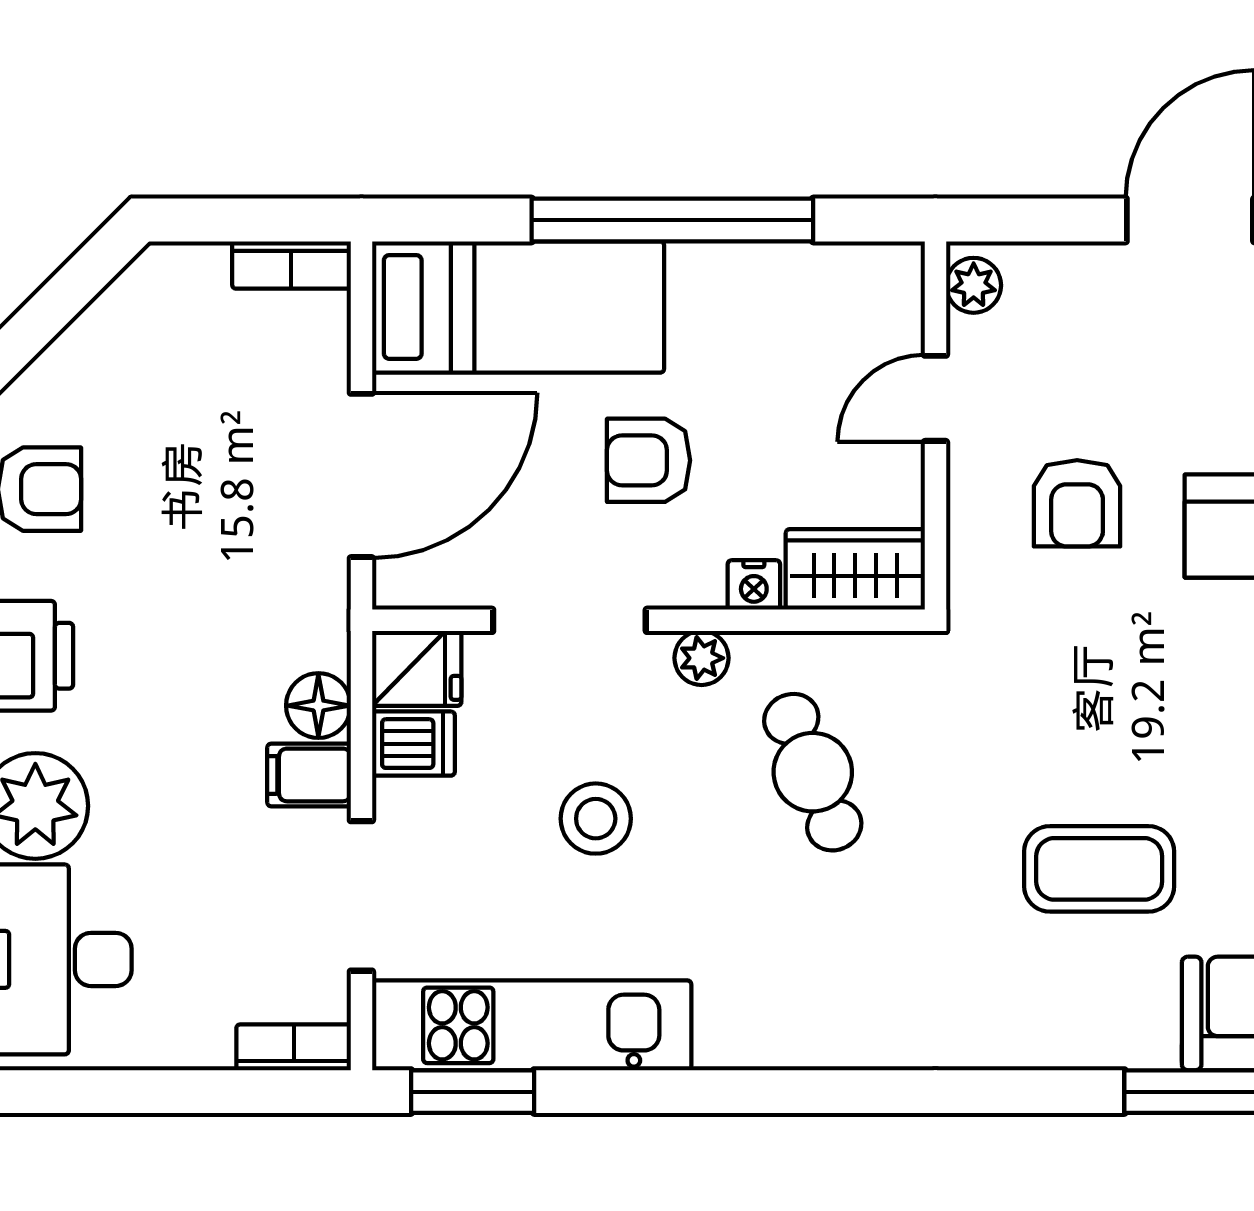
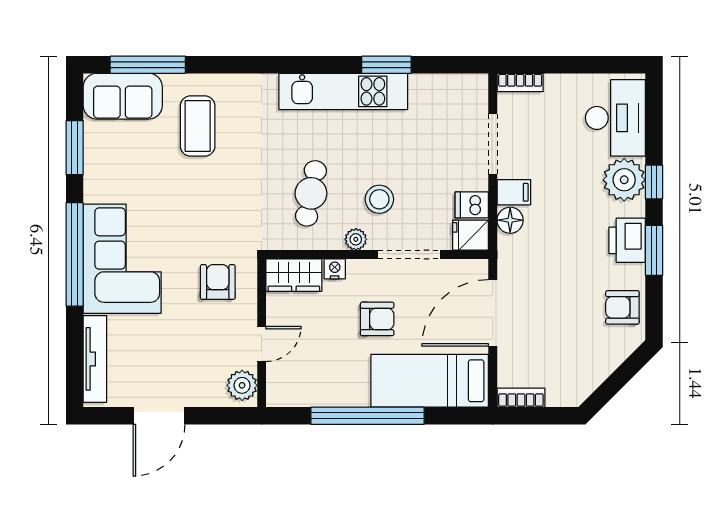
plant: (974, 285) -> (242, 385), width x1.38, depth x1.38
armchair: (1077, 503) -> (218, 282), moved
cafe table: (813, 772) -> (311, 193), turned 33
stool: (596, 819) -> (379, 199), moved
coffee table: (1099, 869) -> (198, 126), moved, turned 90
kitchen unit: (532, 1025) -> (343, 91), moved
window: (473, 1092) -> (386, 65), moved

